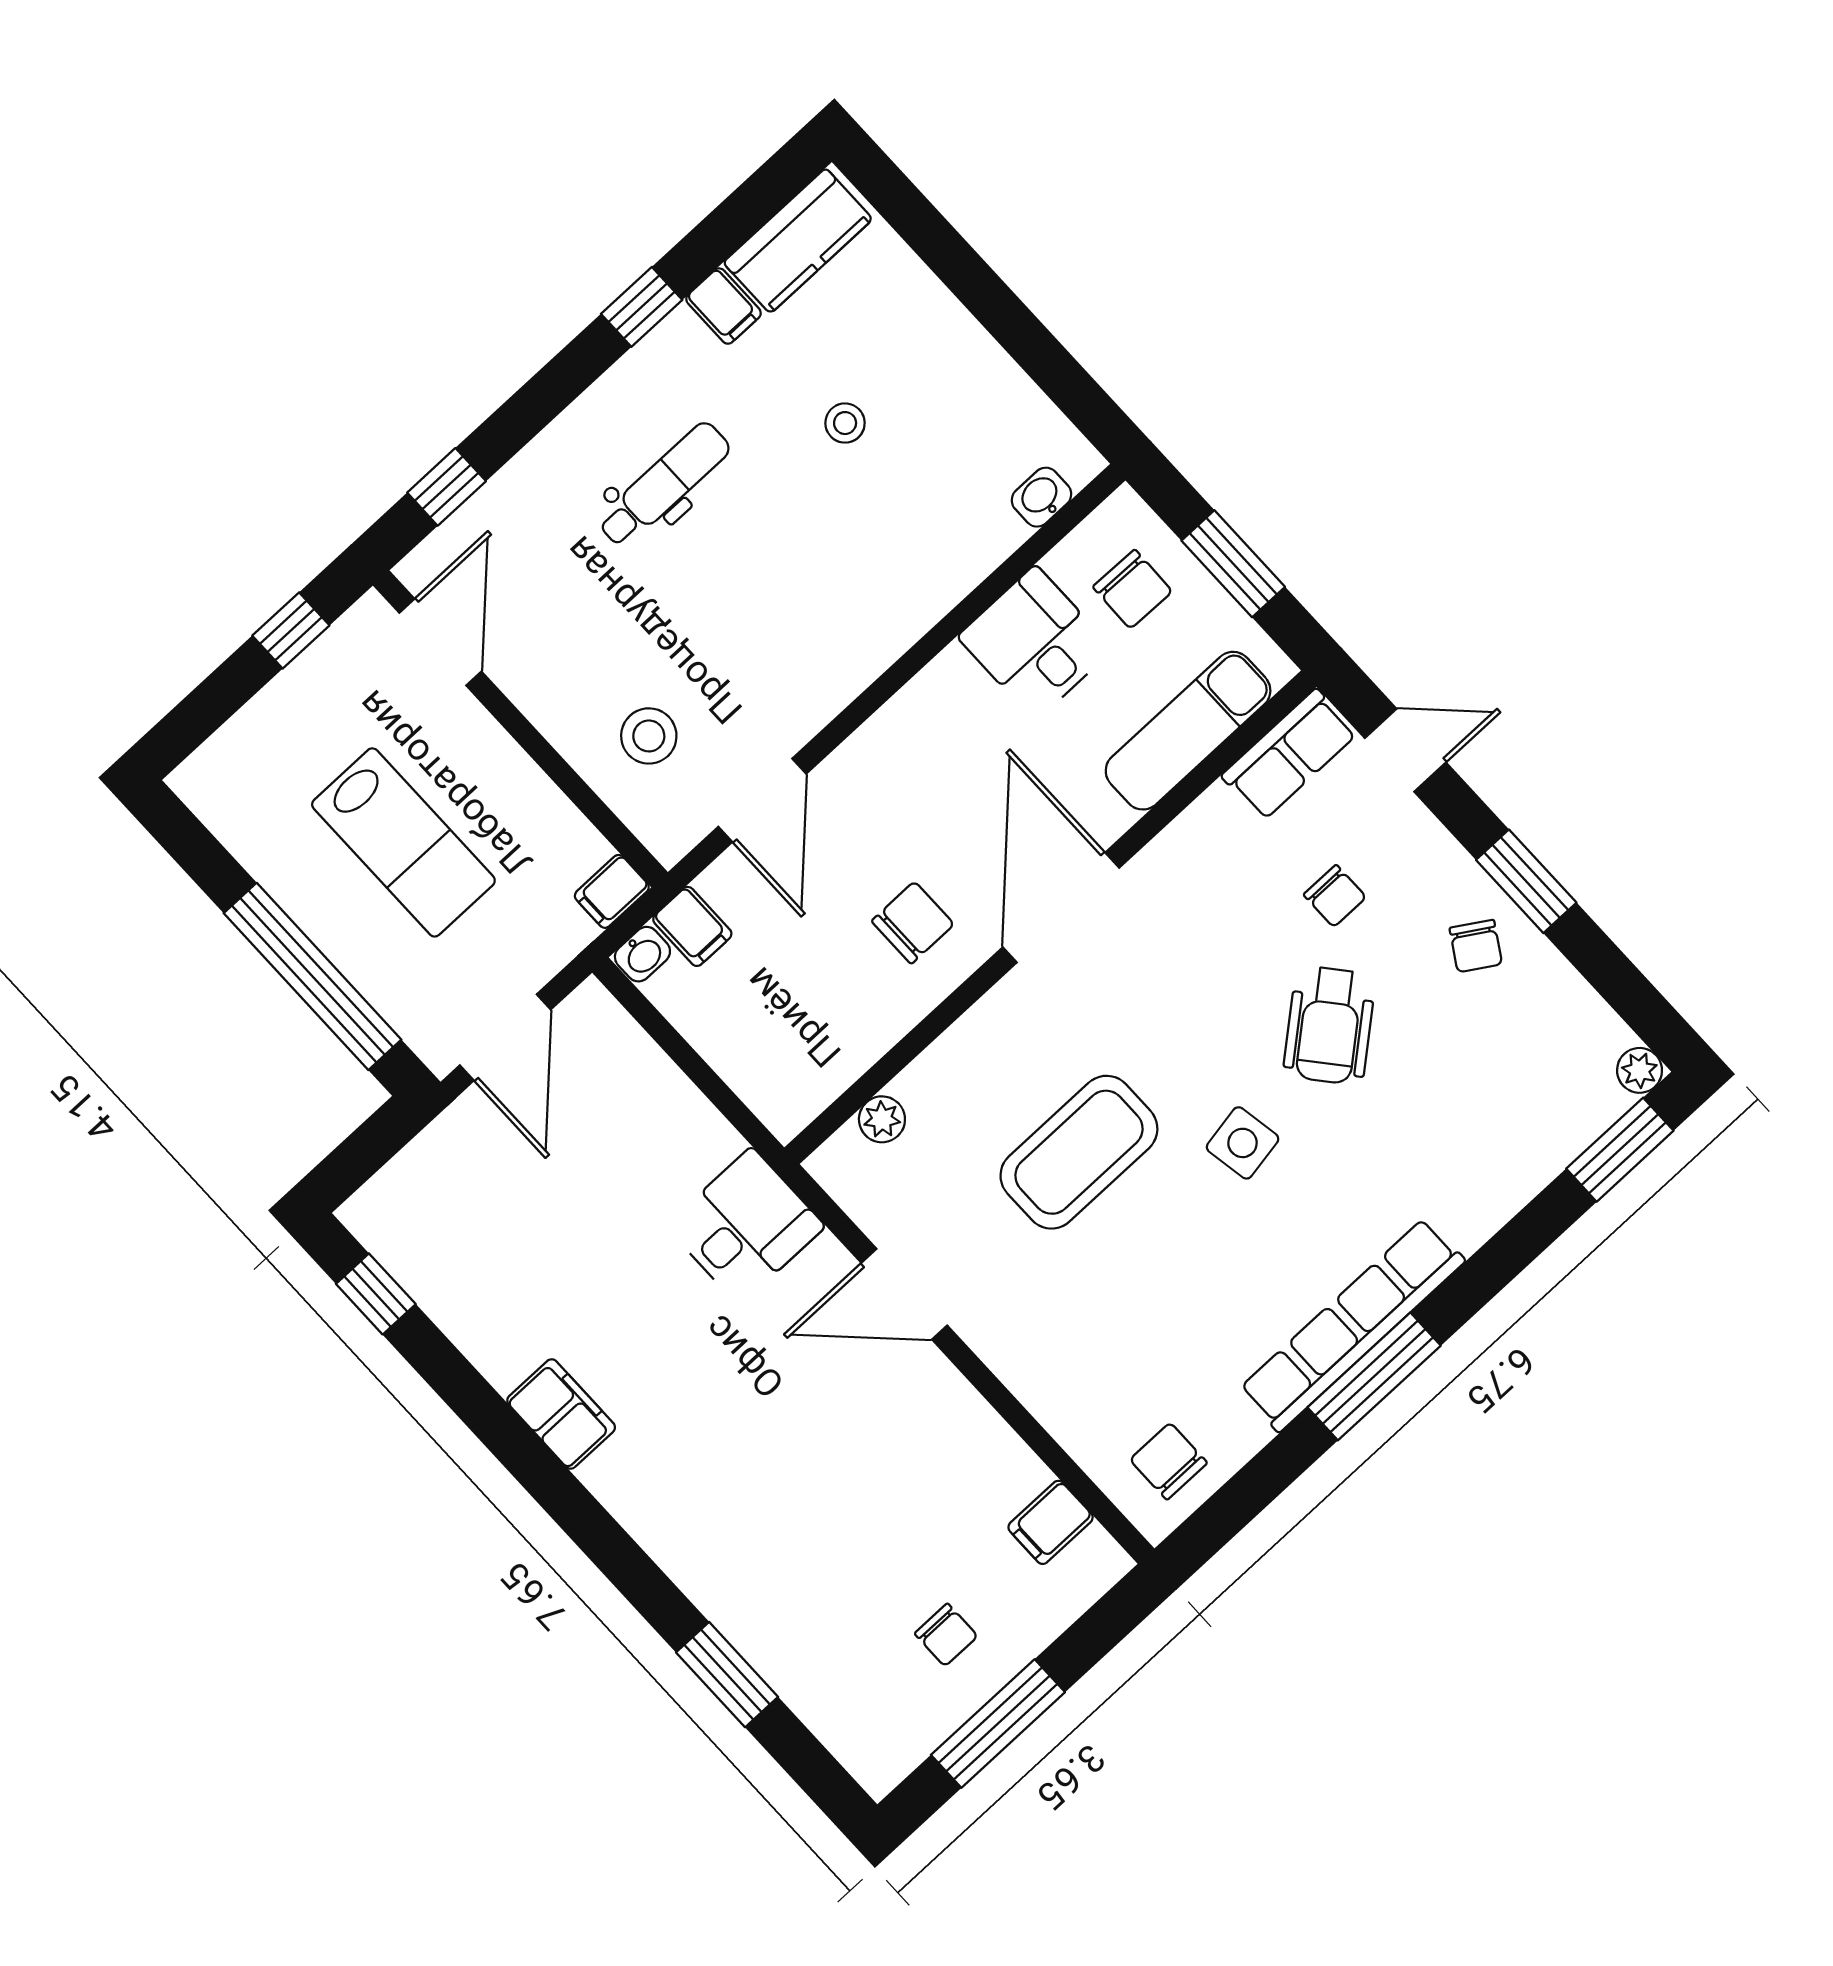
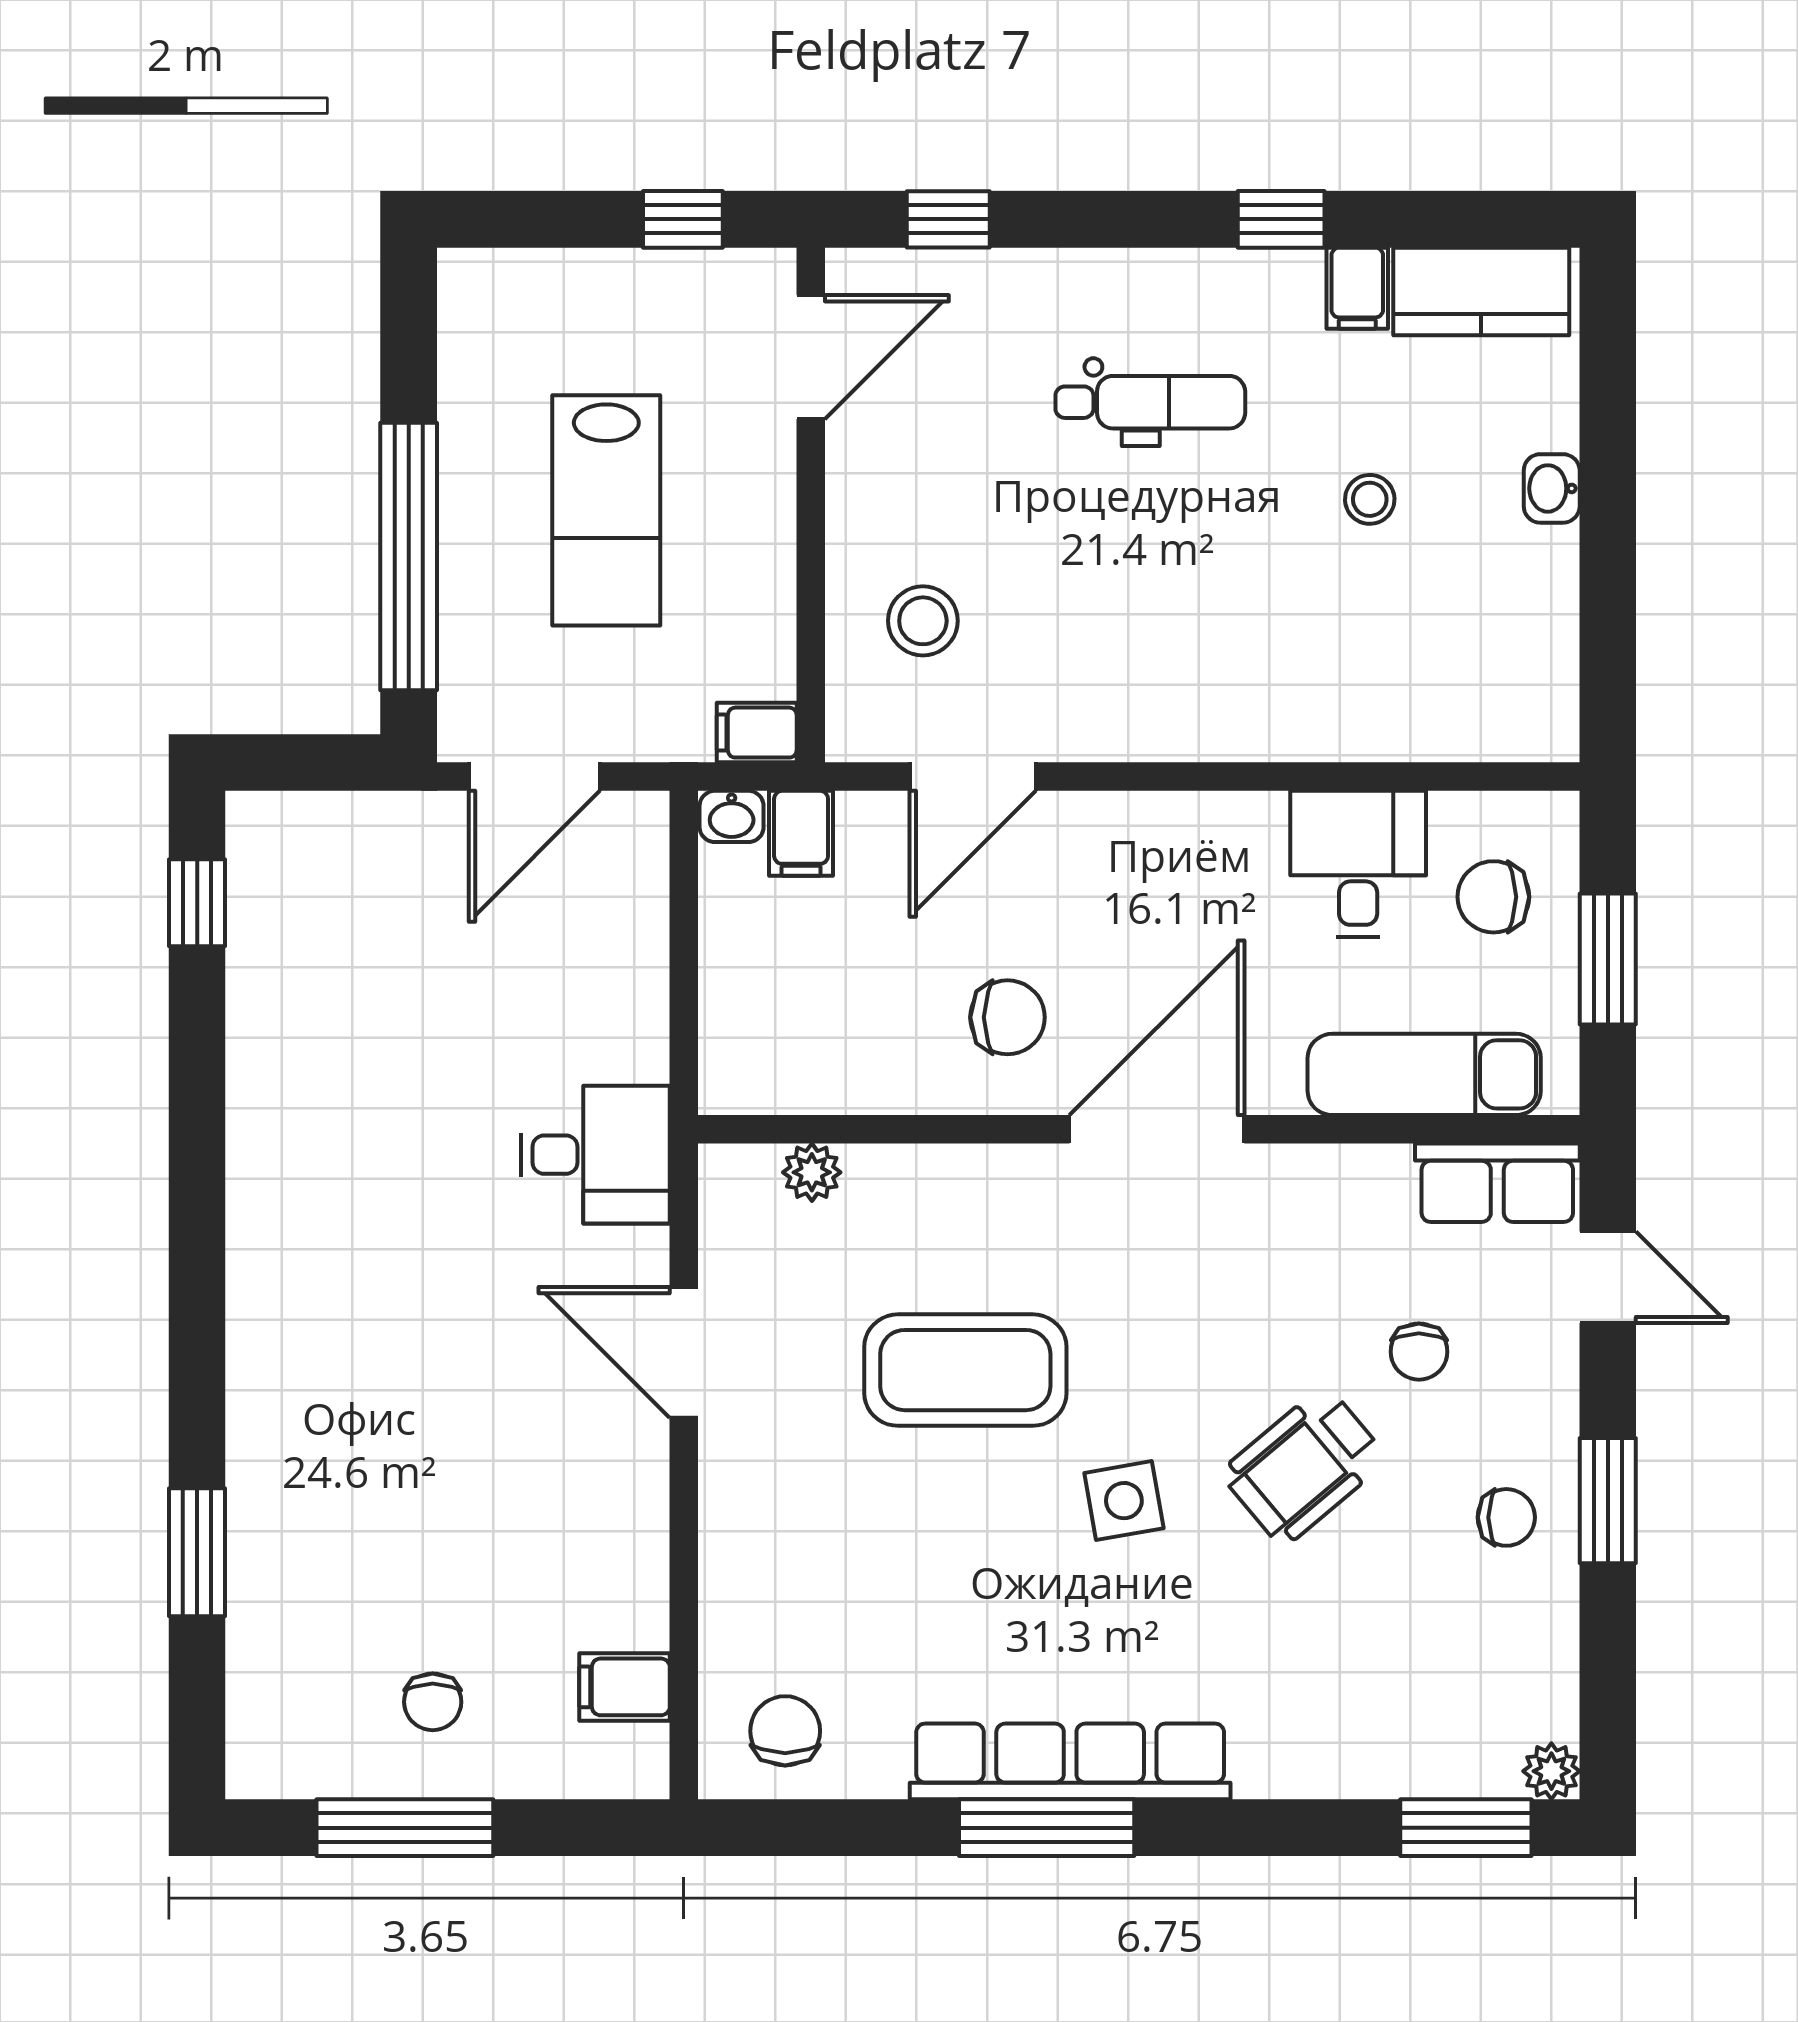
washbasin: (1041, 497) -> (1552, 488), moved, turned -90
chair: (1133, 589) -> (1493, 897), turned 89
chair: (1476, 946) -> (1506, 1517), turned -122
filing cabinet: (561, 1414) -> (266, 1171), removed

